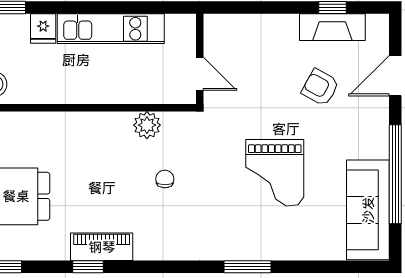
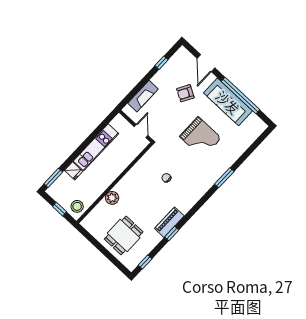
fireplace: (332, 27) -> (143, 96), moved
door: (200, 74) -> (141, 131), hinge flipped
plant: (147, 125) -> (112, 198), moved
sofa: (368, 210) -> (228, 102), moved

